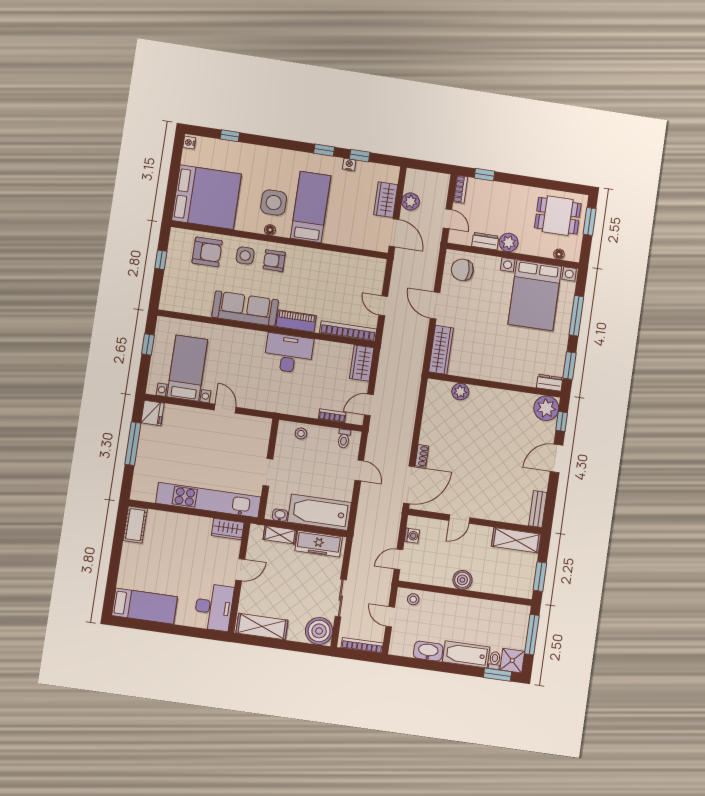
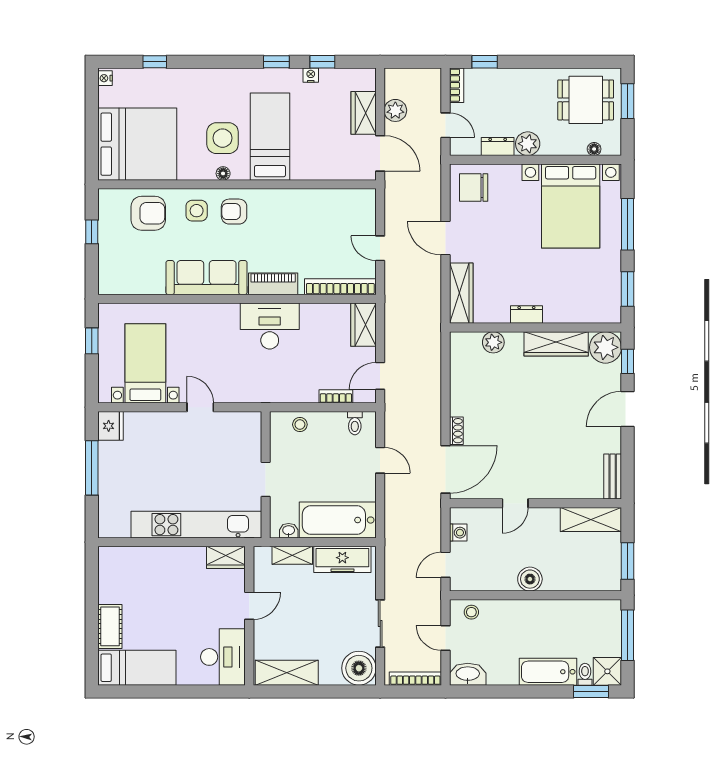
dresser: (550, 383) -> (526, 314), moved
wardrobe: (509, 400) -> (556, 344), added
cot: (135, 525) -> (110, 626), moved
washbasin: (428, 651) -> (468, 674), moved

